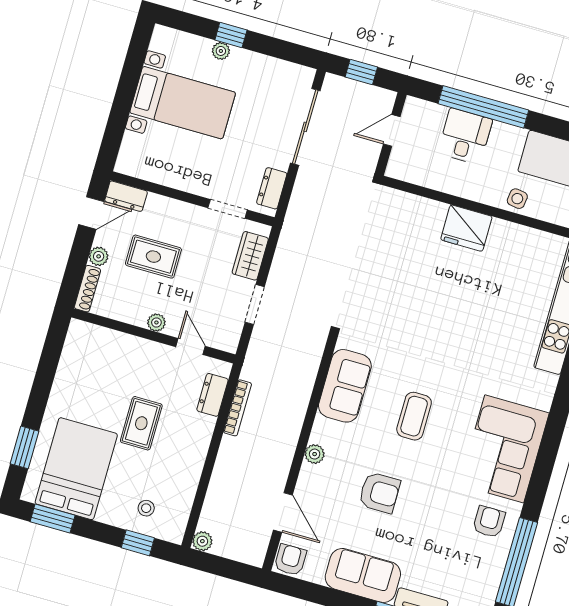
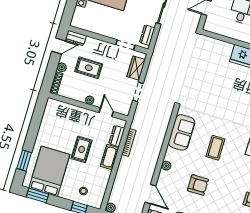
cot: (198, 438) -> (109, 157), added

